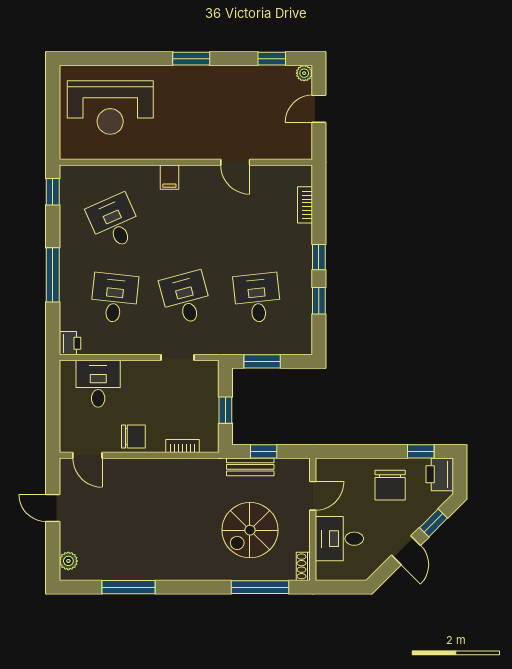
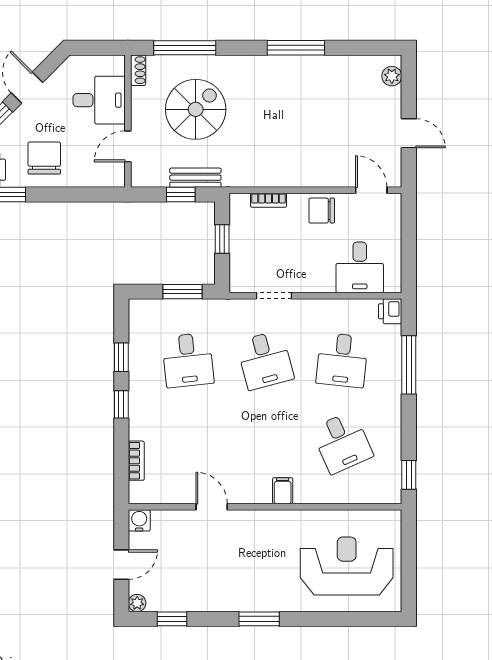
water cooler: (302, 150) -> (139, 520), added
window: (53, 275) -> (409, 365), moved
window: (128, 587) -> (296, 48), moved

